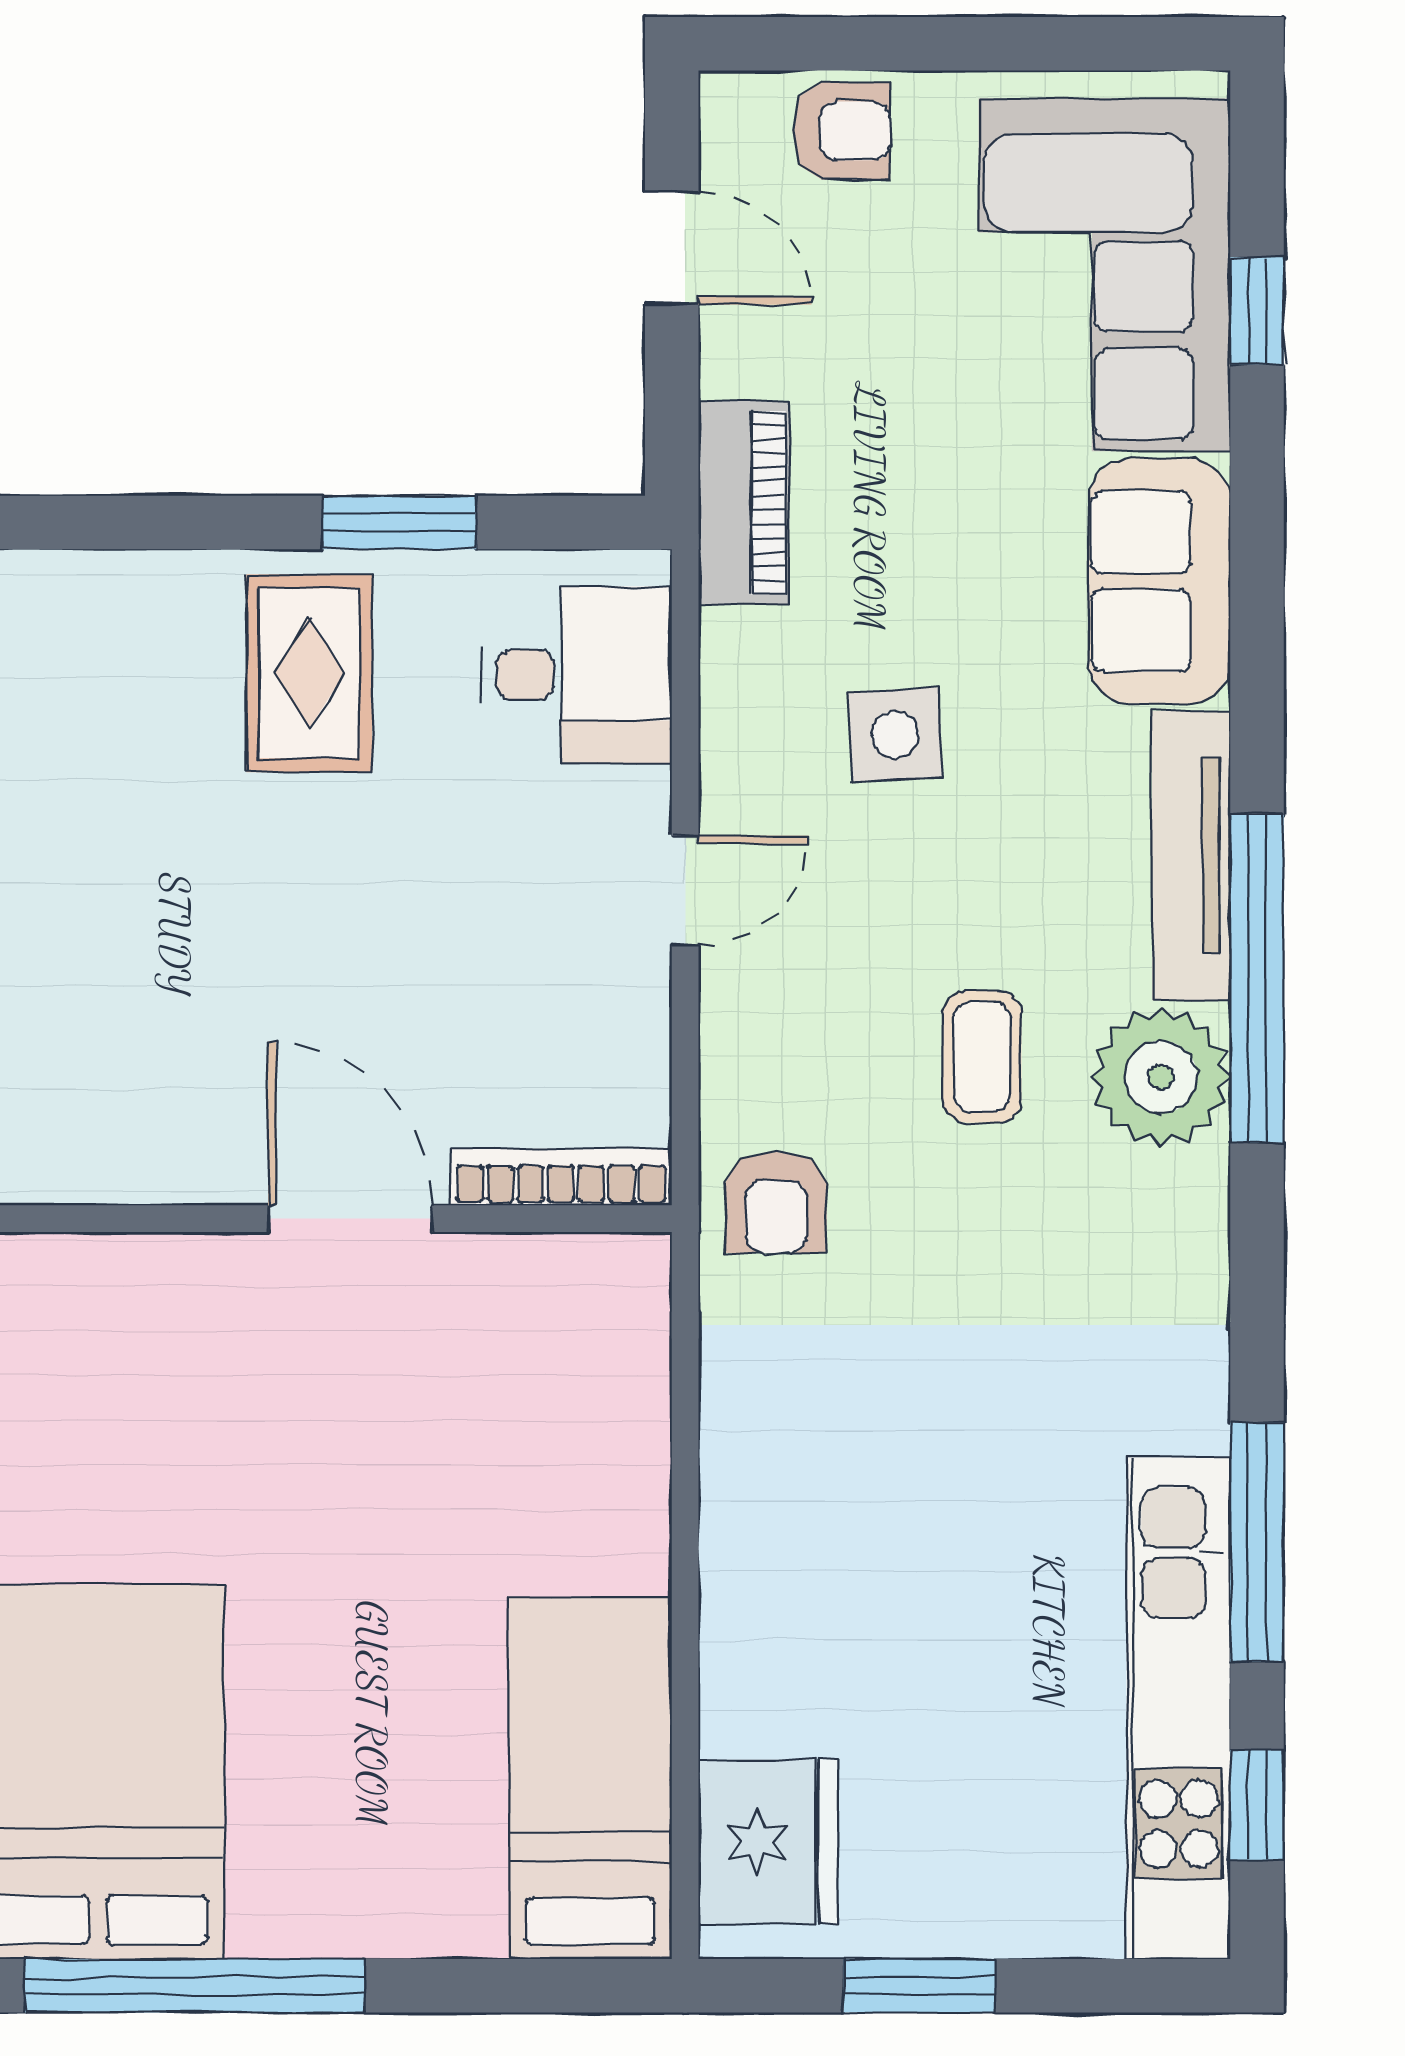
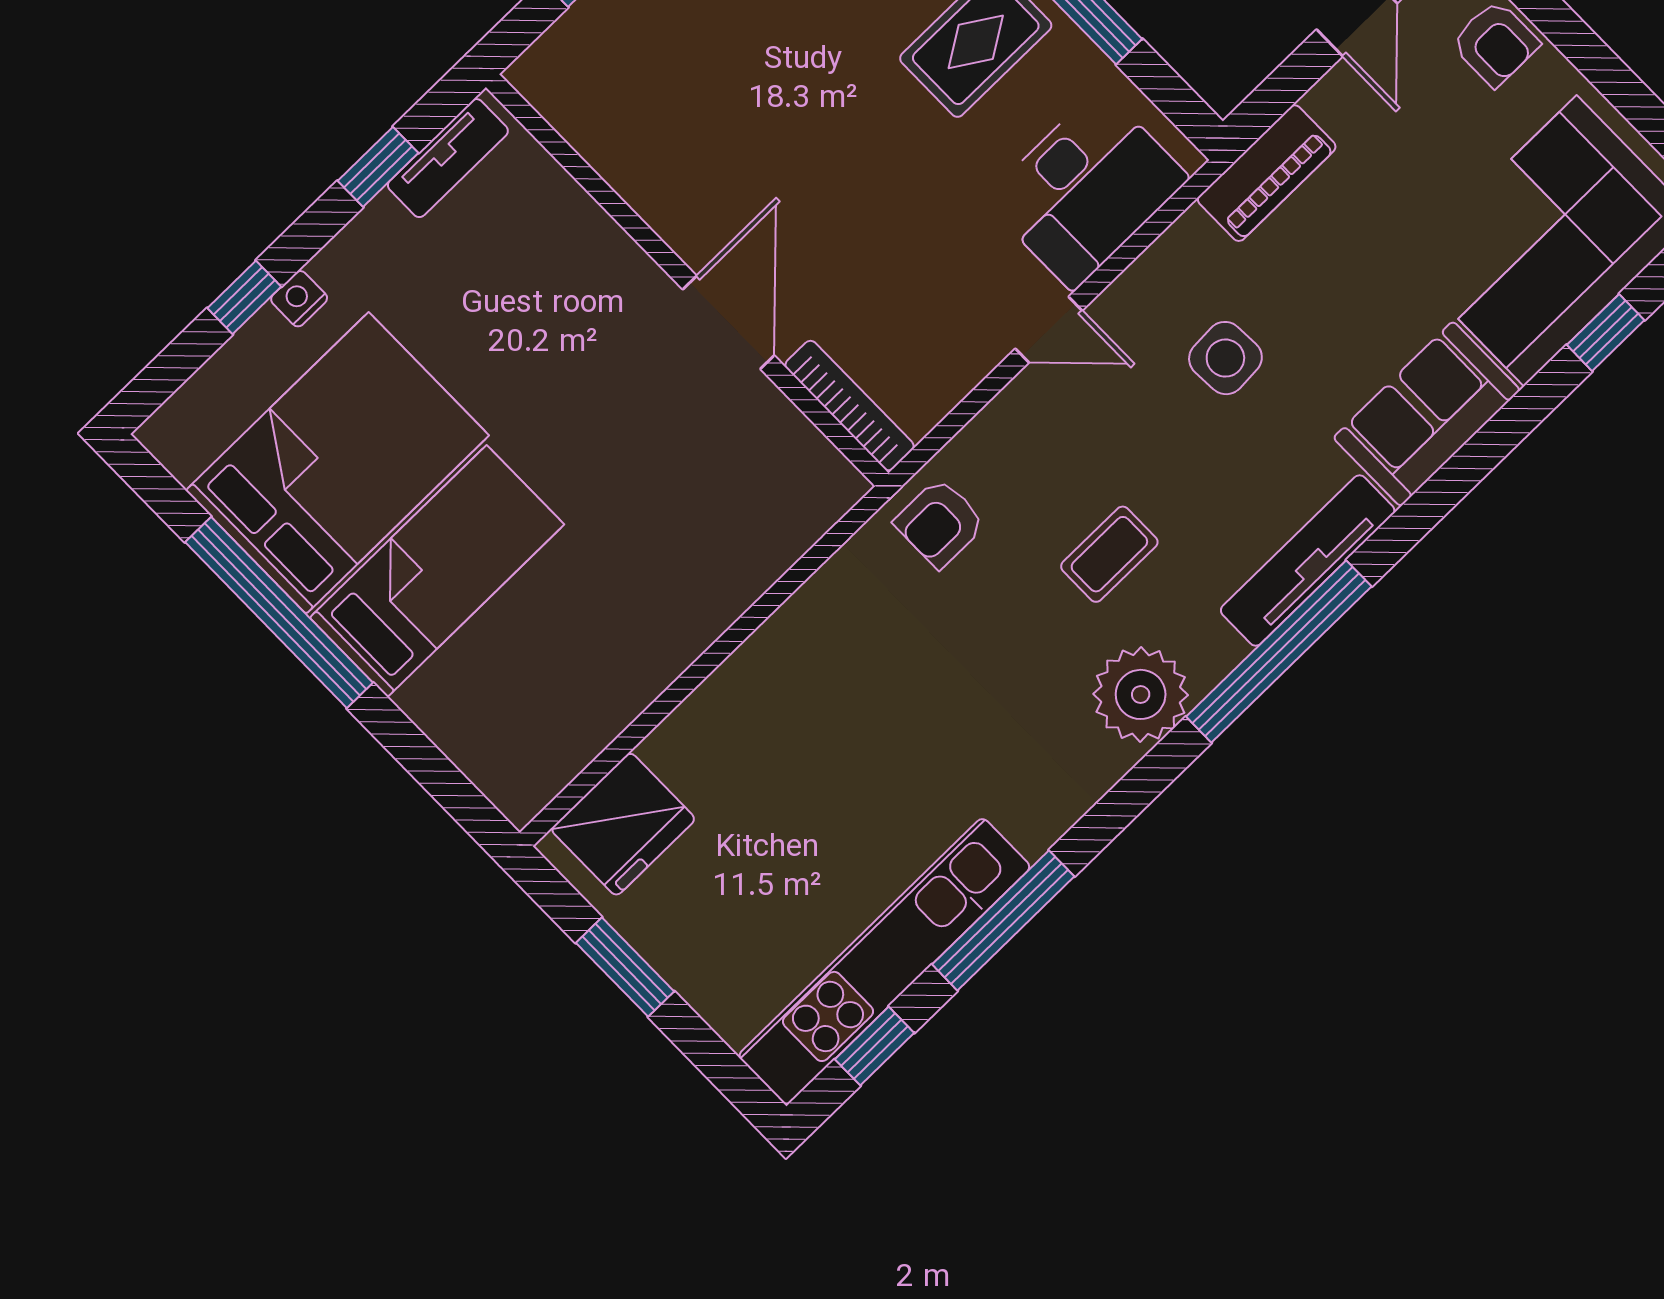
desk: (576, 675) -> (1086, 189), width x1.37
plant: (1161, 1077) -> (1141, 694), moved
bed: (590, 1778) -> (437, 571), moved

